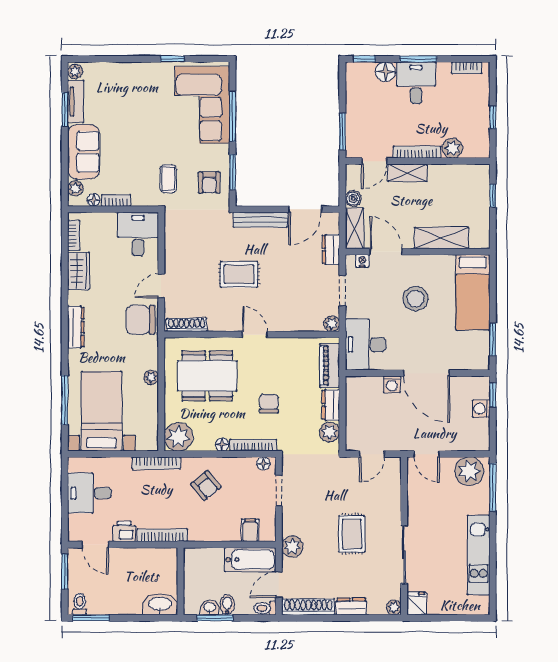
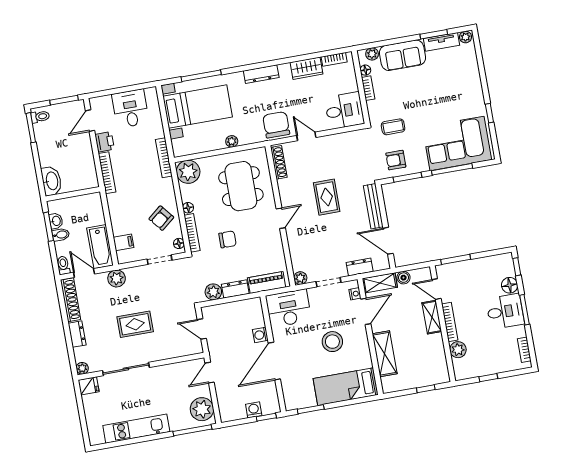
armchair: (206, 486) -> (161, 218), moved

